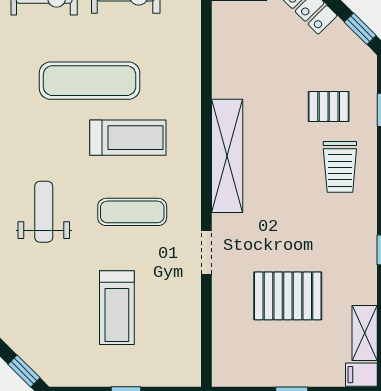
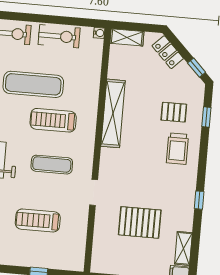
treadmill: (128, 138) -> (53, 120), turned 180
shelving: (227, 156) -> (113, 113), moved
treadmill: (117, 308) -> (38, 220), turned 90

